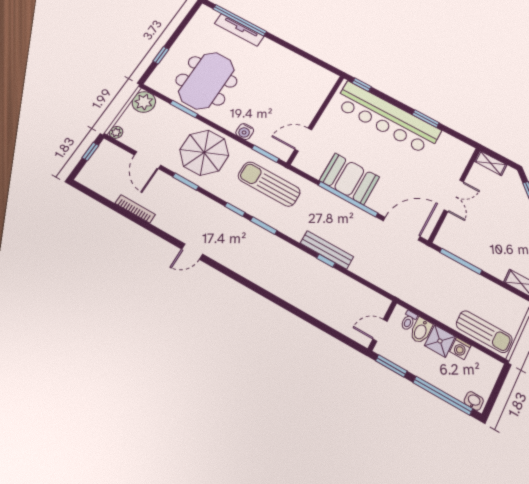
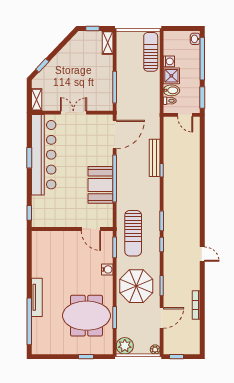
tv unit: (239, 30) -> (37, 297), moved
bar counter: (387, 118) -> (44, 155), moved
door: (402, 229) -> (115, 135), swing flipped
bench: (327, 250) -> (155, 158), moved

